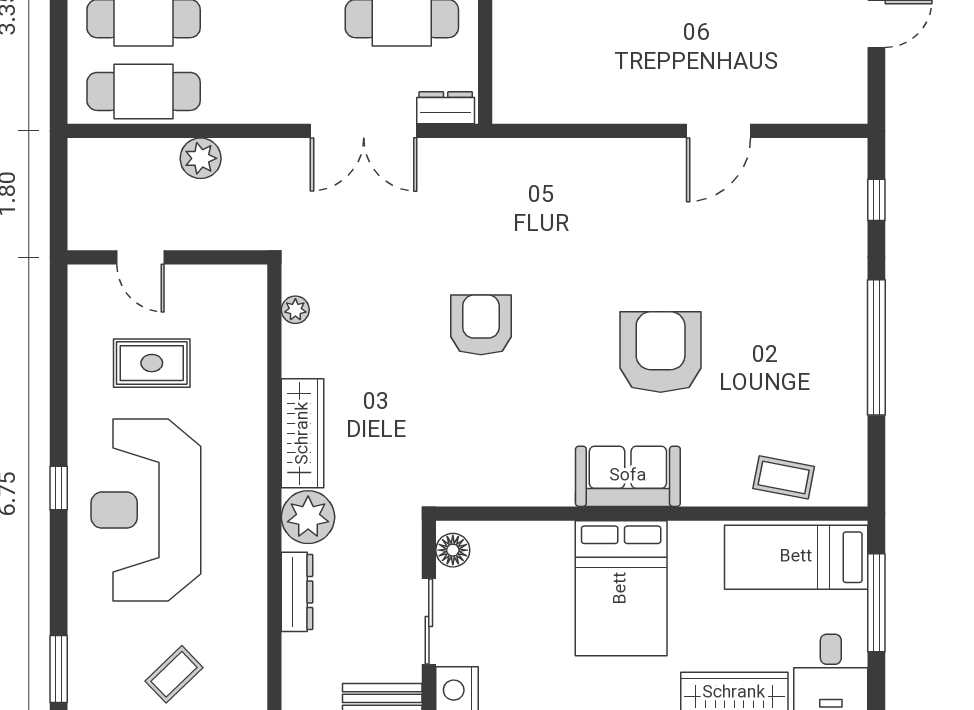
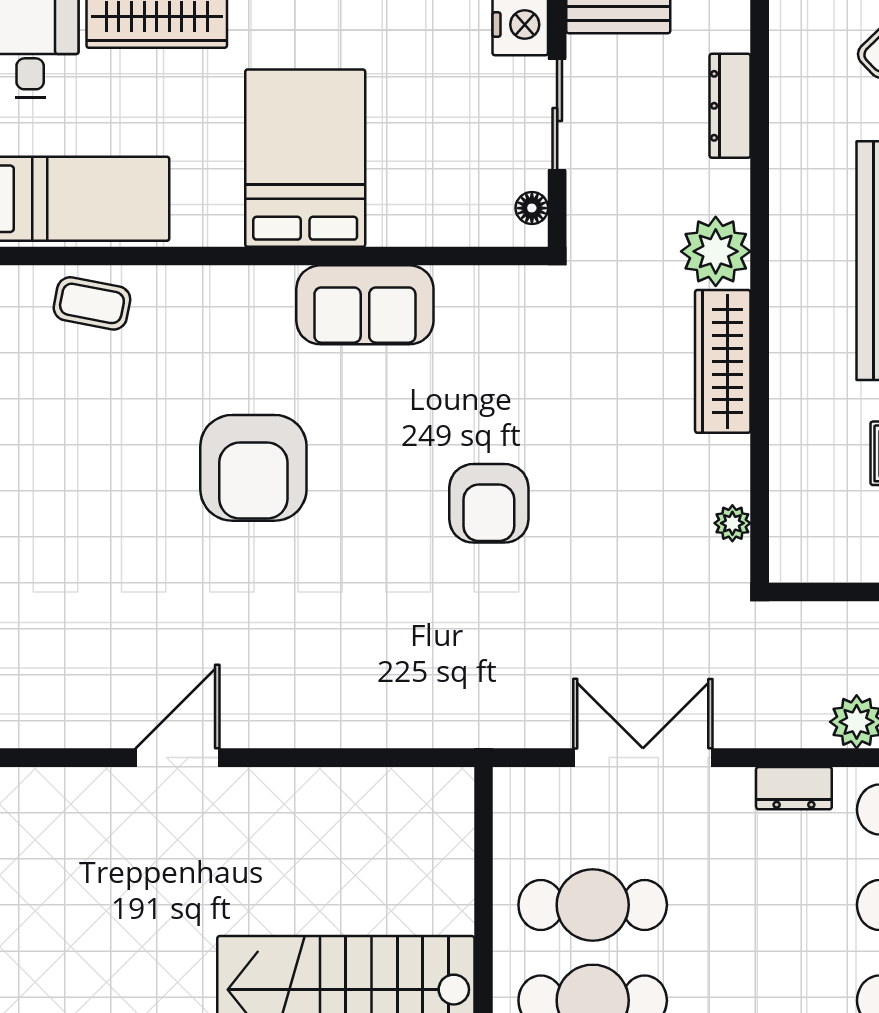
dresser: (446, 108) -> (794, 788), moved
sofa: (628, 476) -> (365, 305), moved
floor lamp: (453, 550) -> (532, 208), width x0.73, depth x0.73
dresser: (297, 592) -> (730, 106), moved

